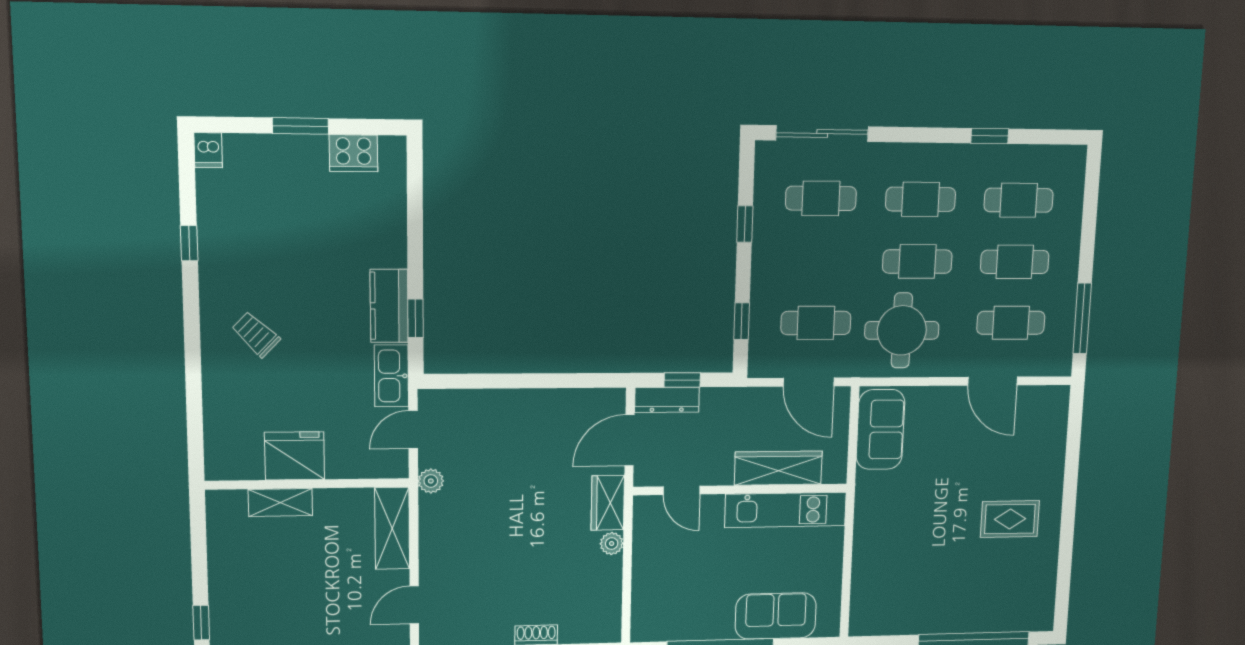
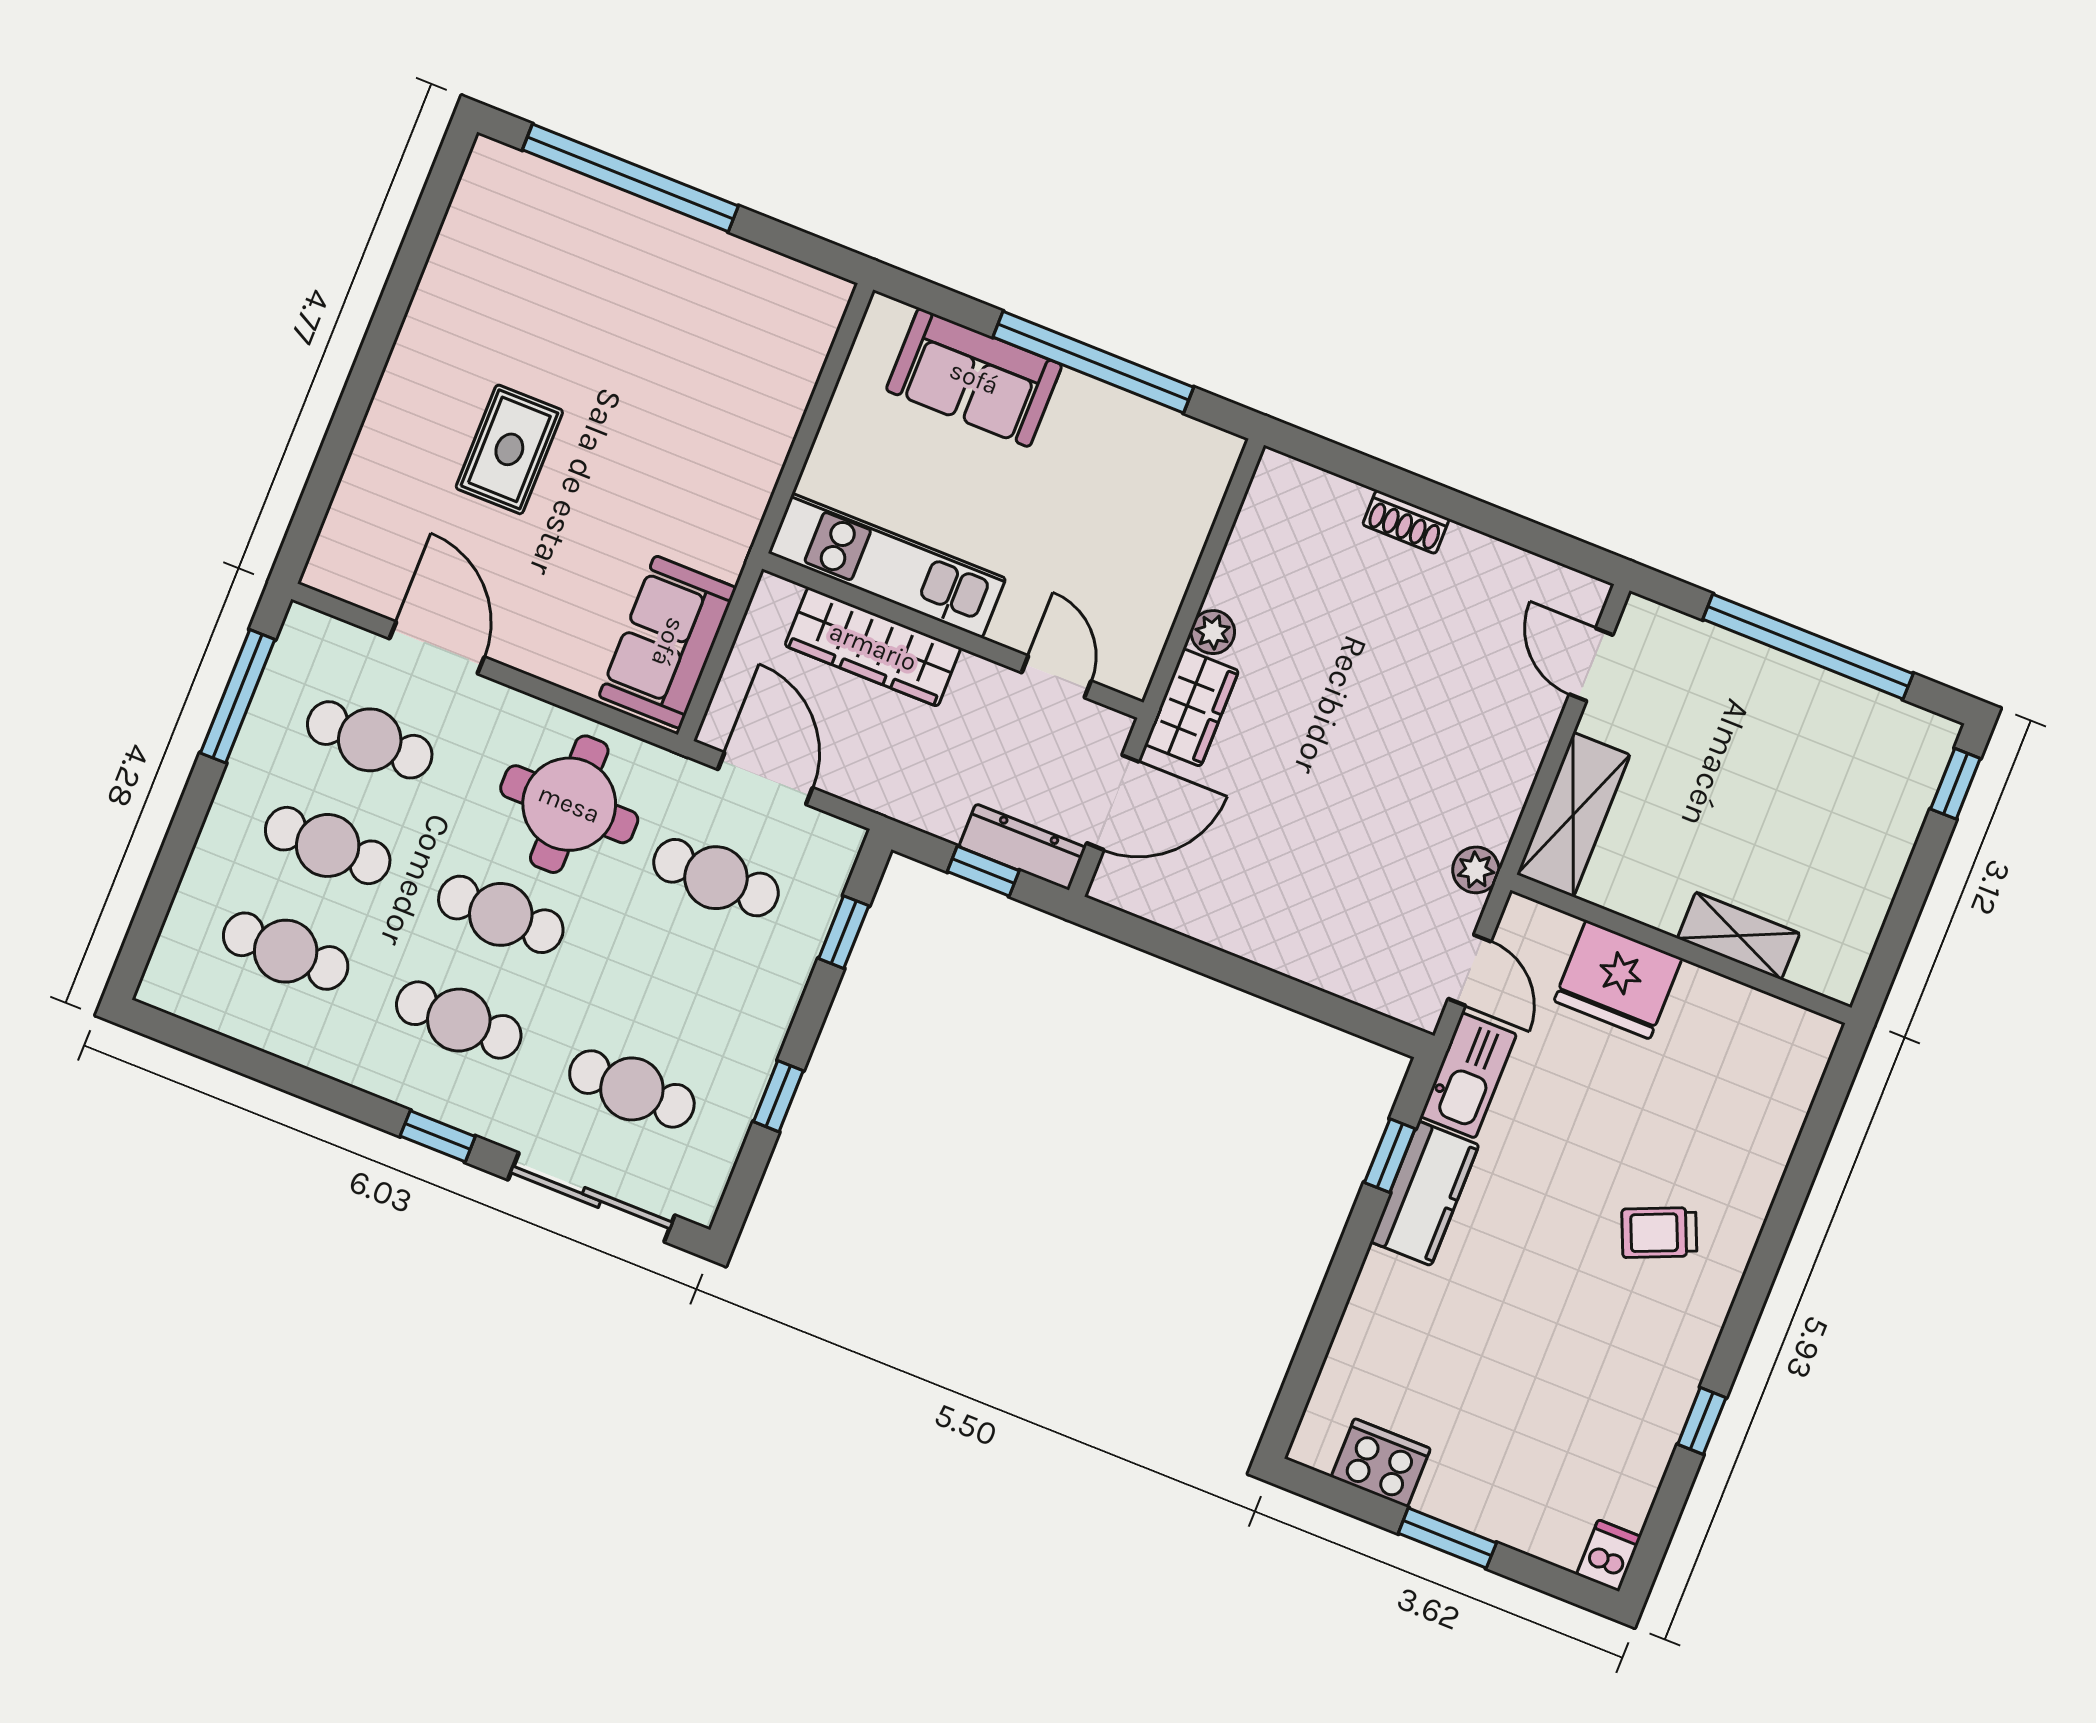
window: (990, 136) -> (438, 1136), moved
trolley: (256, 334) -> (1659, 1233), turned 113
door: (413, 430) -> (1470, 970), hinge flipped
fridge: (295, 456) -> (1618, 980), moved
rug: (1010, 519) -> (509, 449), moved, turned 90
door: (414, 605) -> (1591, 665), swing flipped

